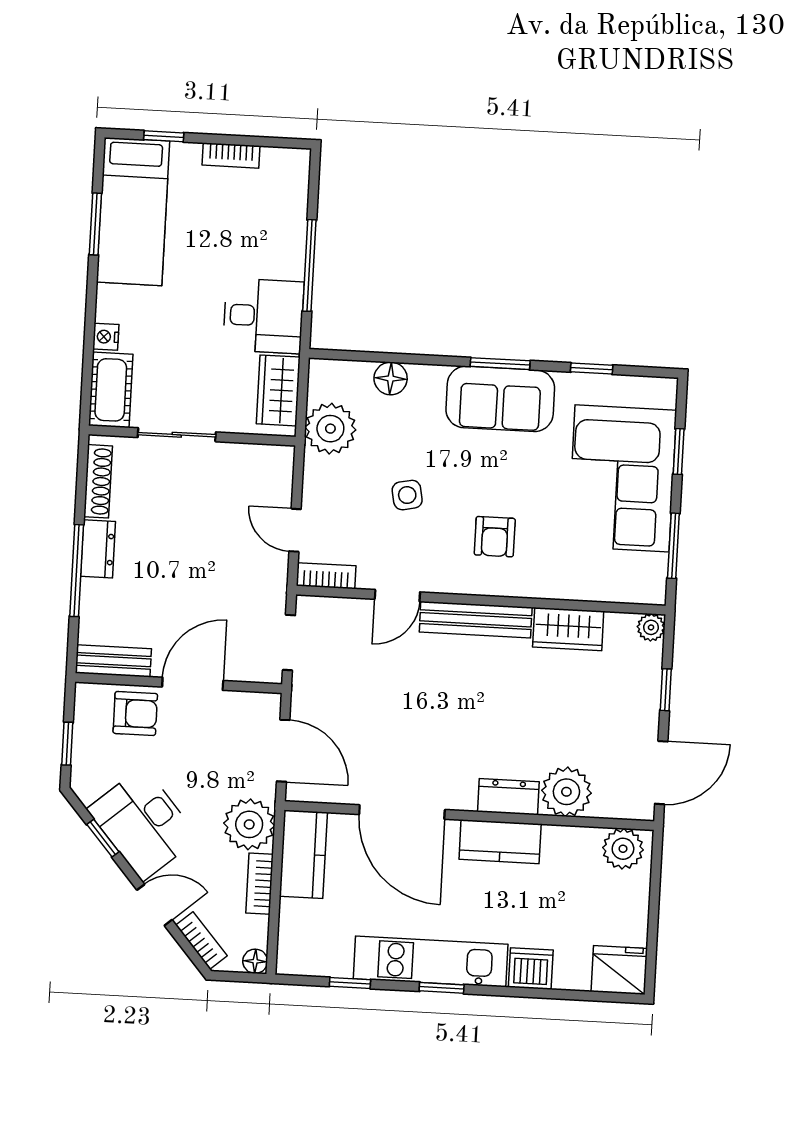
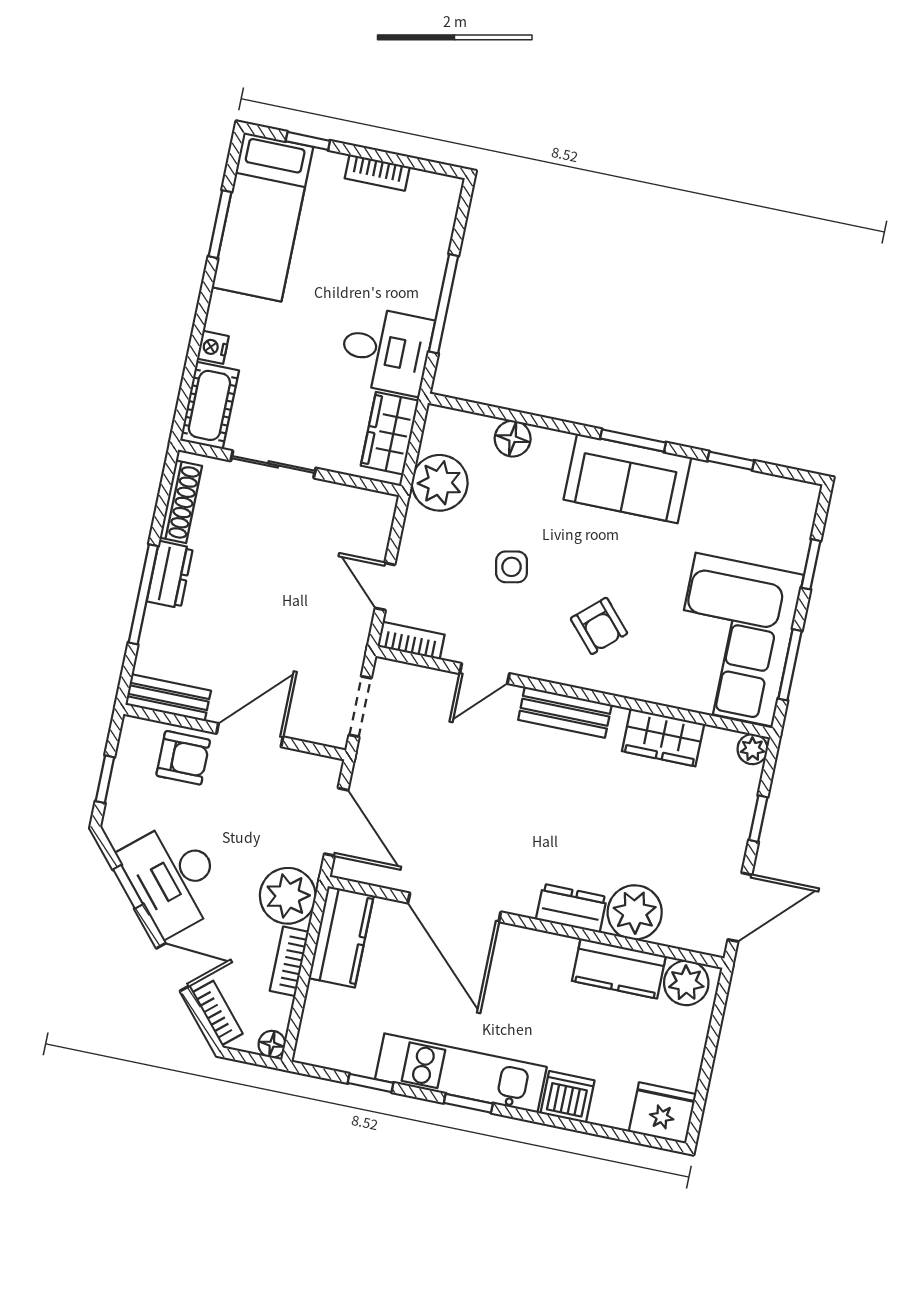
corner sofa: (622, 478) -> (734, 640), moved
armchair: (495, 537) -> (599, 626), turned -42
bench: (476, 620) -> (565, 712), width x0.73
kitchen counter: (500, 842) -> (619, 968), moved

